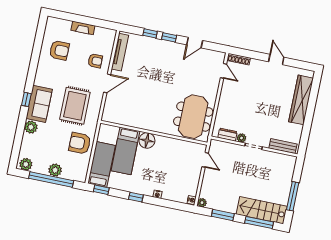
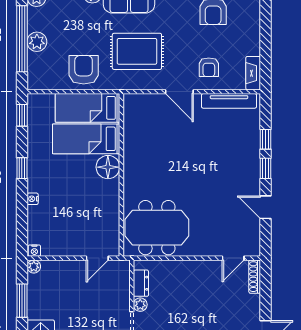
fireplace: (83, 28) -> (253, 73), moved
bed: (102, 164) -> (88, 108), moved, turned 180

